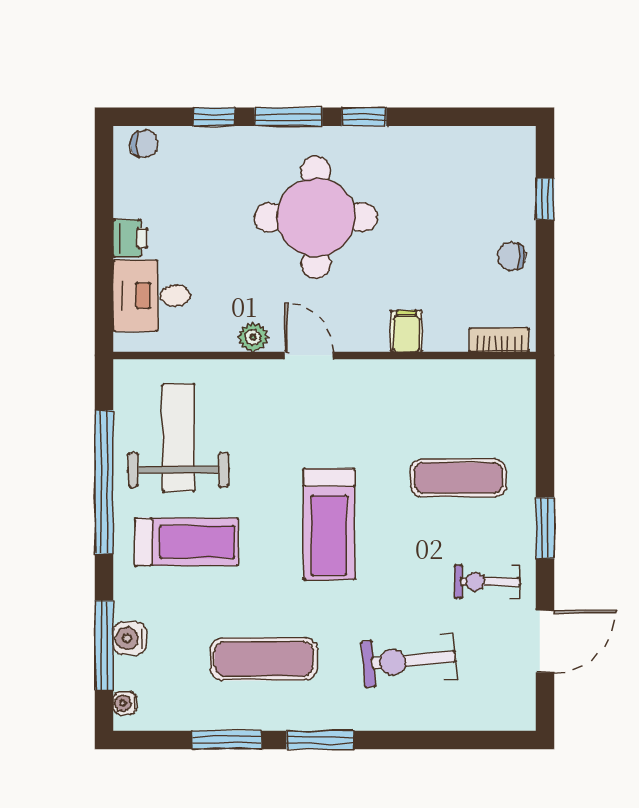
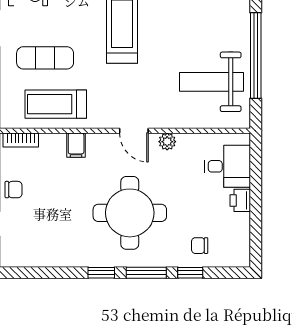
chair: (144, 144) -> (200, 246), moved
weight bench: (179, 438) -> (212, 82), turned 90
treadmill: (187, 542) -> (56, 104), moved

